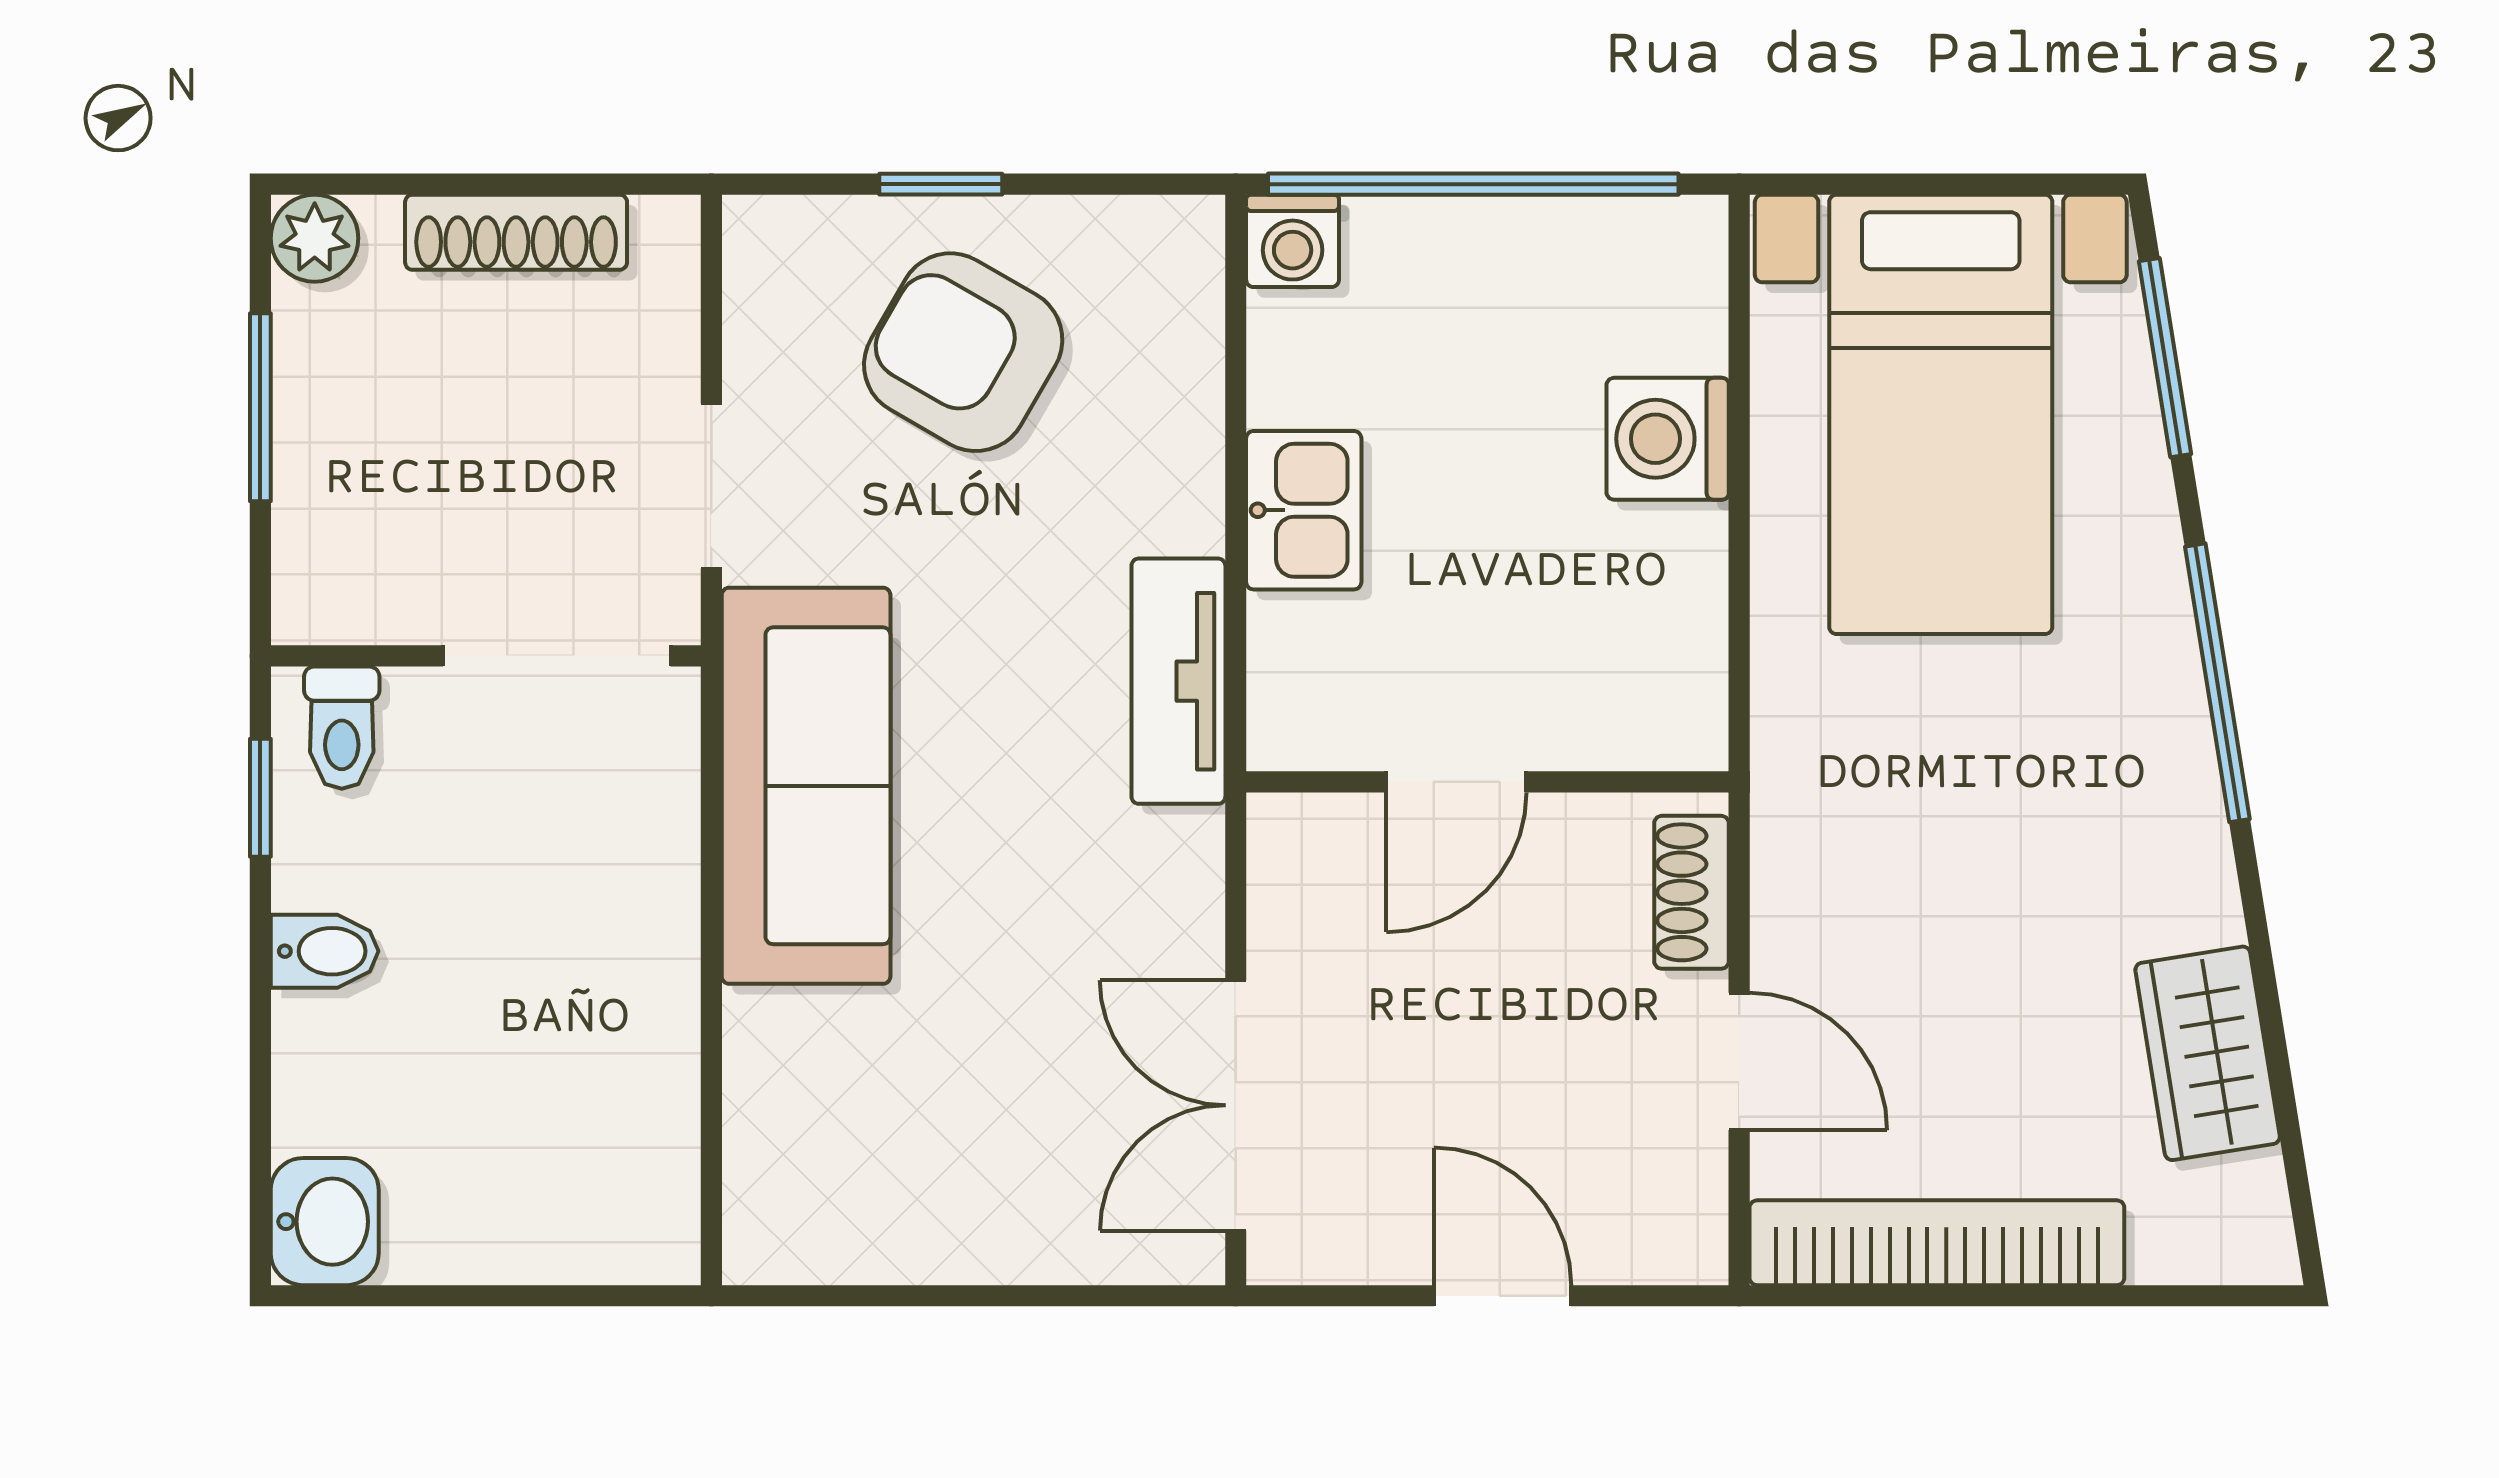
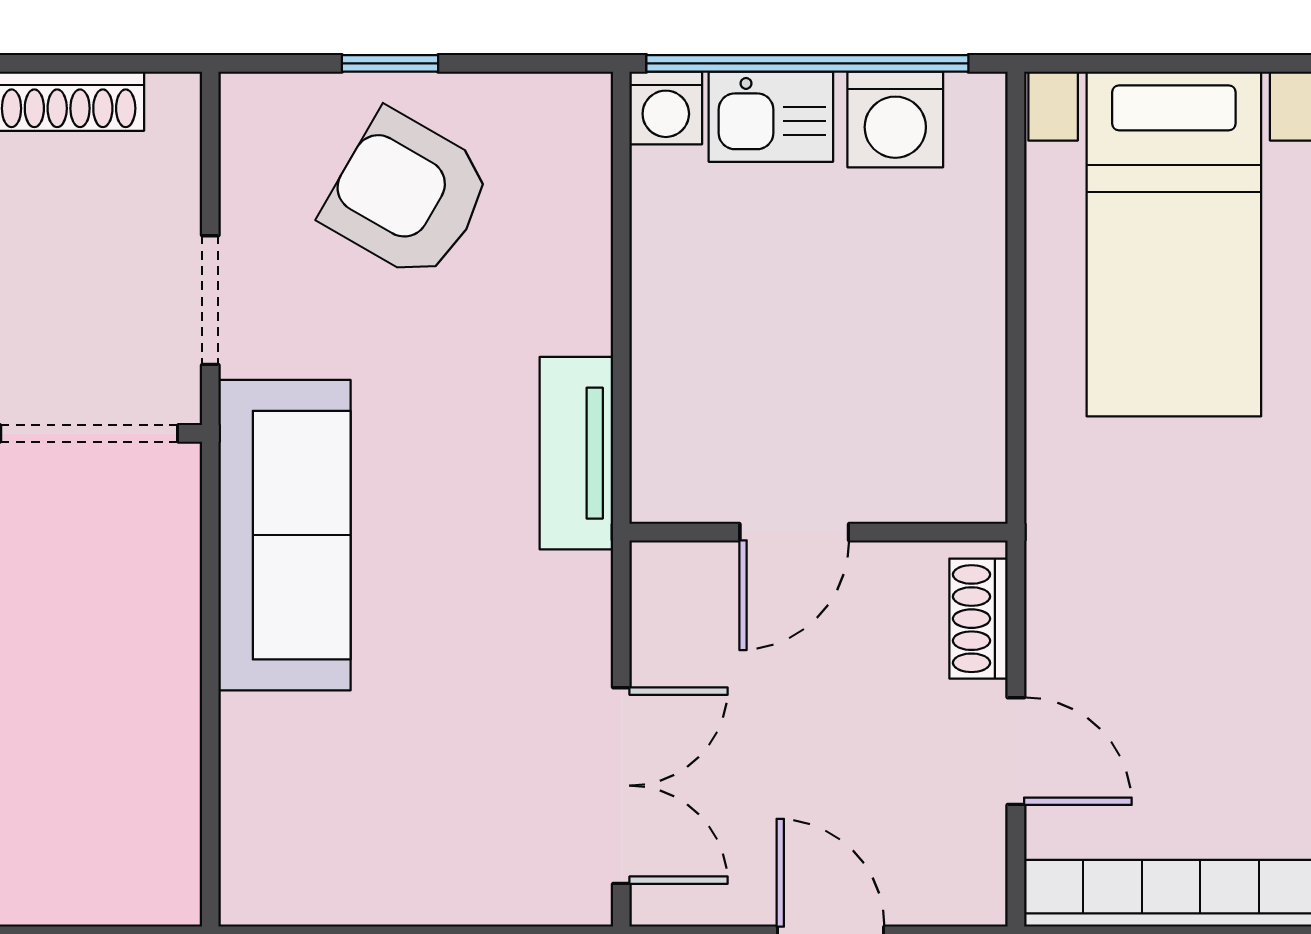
washing machine: (1668, 439) -> (895, 120), moved, turned -90
kitchen sink: (1304, 510) -> (771, 117), moved, turned 90
double door: (1236, 1105) -> (621, 786), swing flipped

